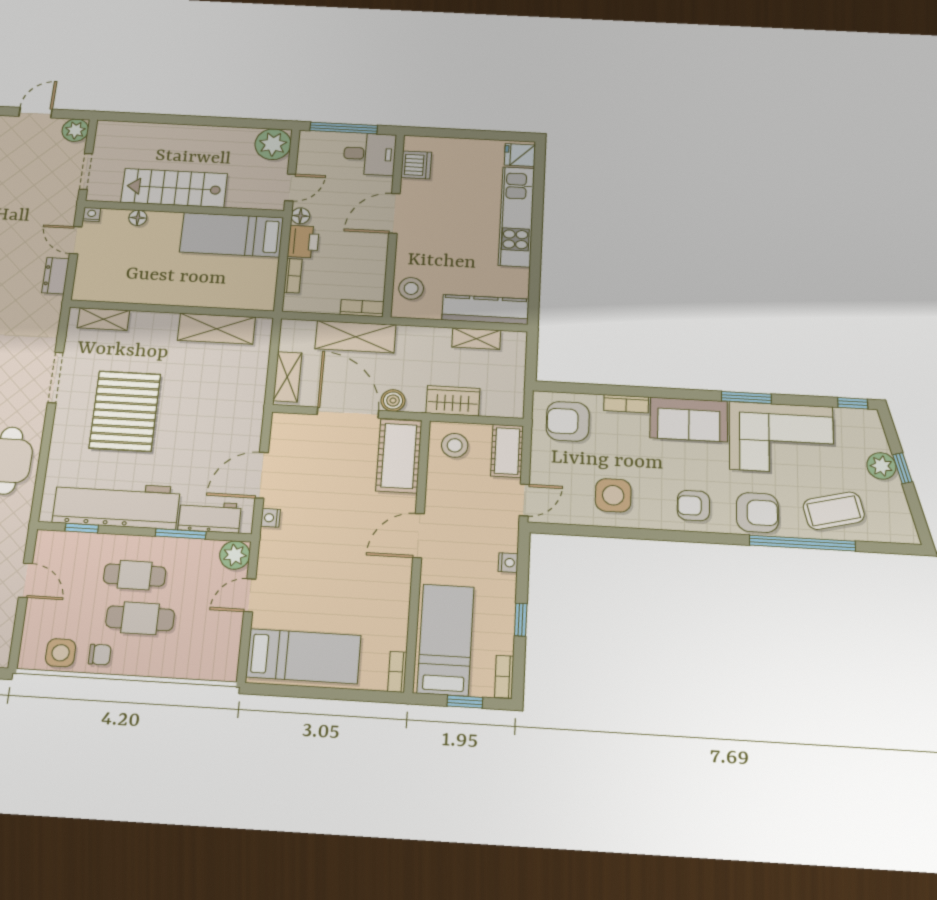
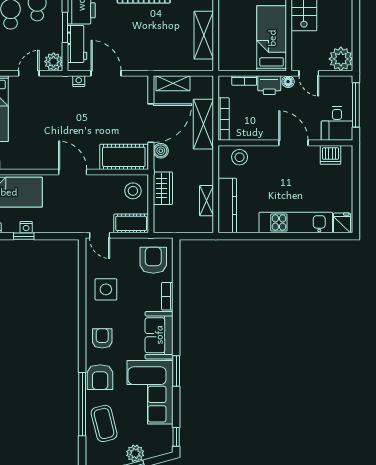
bookcase: (362, 308) -> (224, 119), width x1.56
nightstand: (508, 563) -> (26, 227), moved
door: (250, 595) -> (29, 73), hinge flipped

